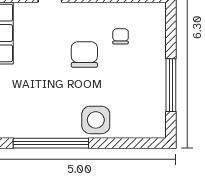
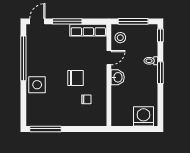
window: (171, 85) -> (46, 129), moved

